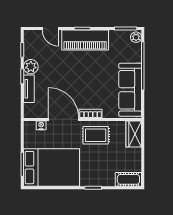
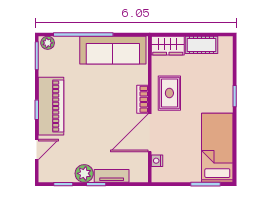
bed: (52, 168) -> (217, 148), width x0.67
cot: (128, 179) -> (202, 45), moved, turned 90

